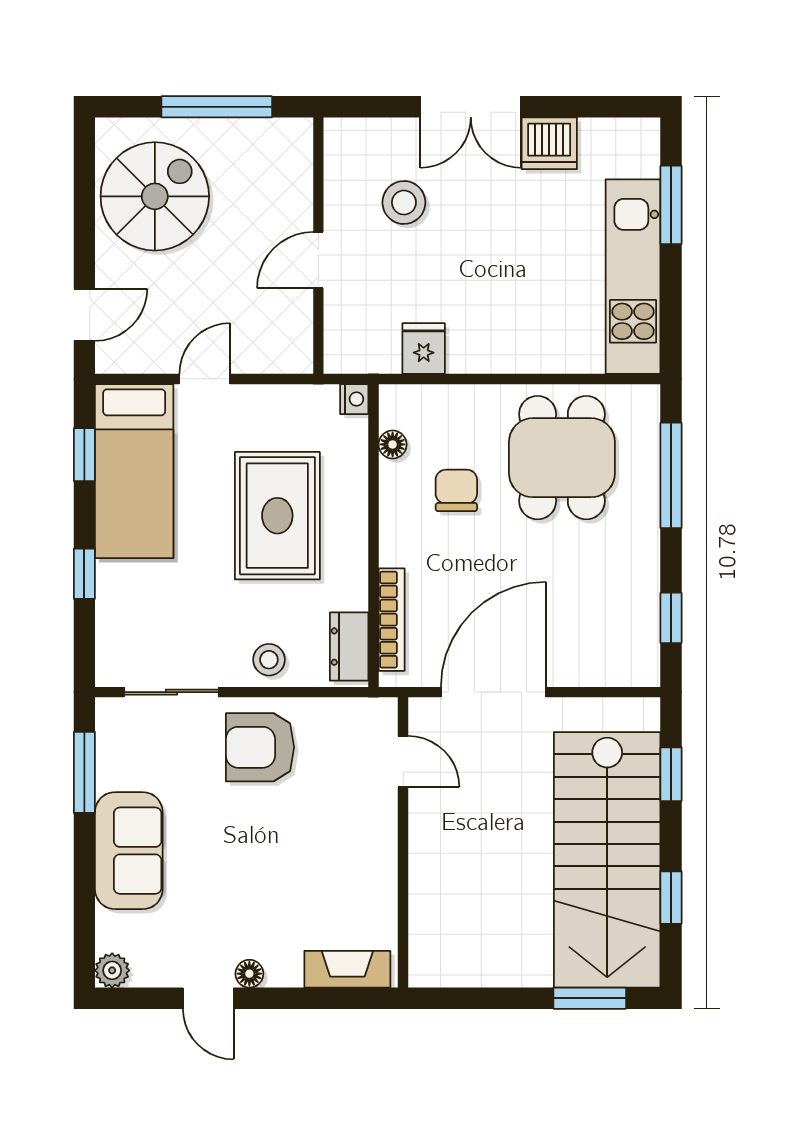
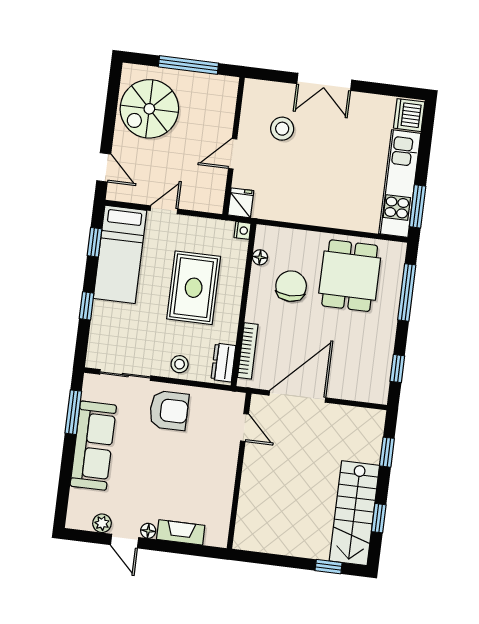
dishwasher: (549, 143) -> (409, 115), moved, turned 90
spiral stairs: (155, 196) -> (149, 109), turned 180
window: (671, 205) -> (418, 206), moved
door: (84, 315) -> (104, 167), hinge flipped
fridge: (424, 349) -> (241, 203), moved
chair: (456, 490) -> (291, 286), width x1.37, depth x1.37
armchair: (260, 747) -> (169, 410), turned 180
sofa: (129, 851) -> (93, 446), width x1.36
stairs: (607, 860) -> (354, 513), width x0.73, depth x0.66
fireplace: (347, 969) -> (181, 532), moved
plant: (112, 970) -> (102, 523), moved
window: (590, 998) -> (329, 567), width x0.67

